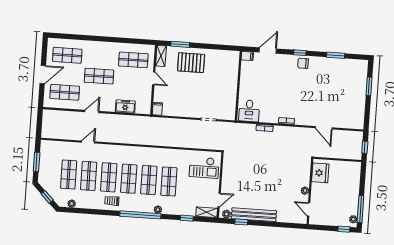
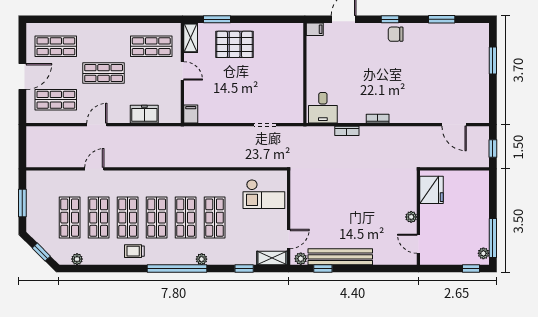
door: (324, 128) -> (454, 125), moved

